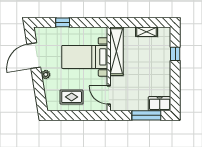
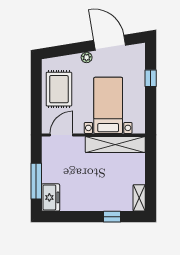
shelving: (146, 32) -> (139, 198), moved
rug: (72, 97) -> (59, 89), width x1.36, depth x1.43

